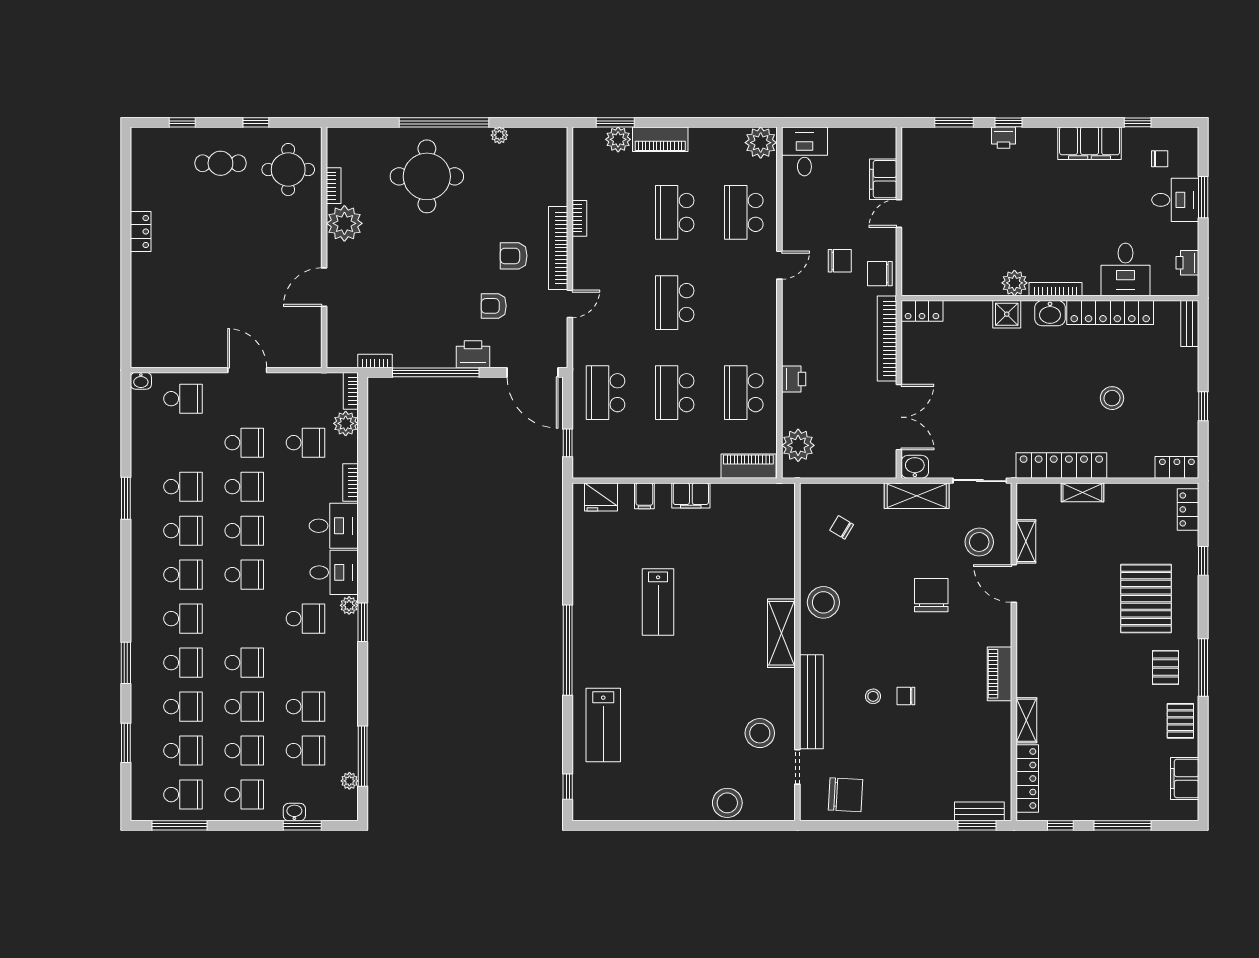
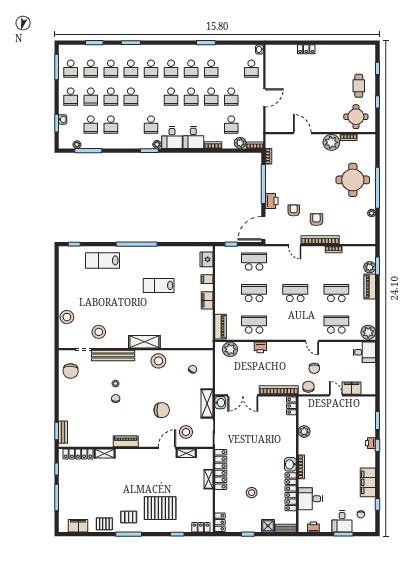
locker: (141, 232) -> (306, 49), moved
plant: (1014, 283) -> (304, 431), moved
shower: (1007, 314) -> (268, 526), moved

